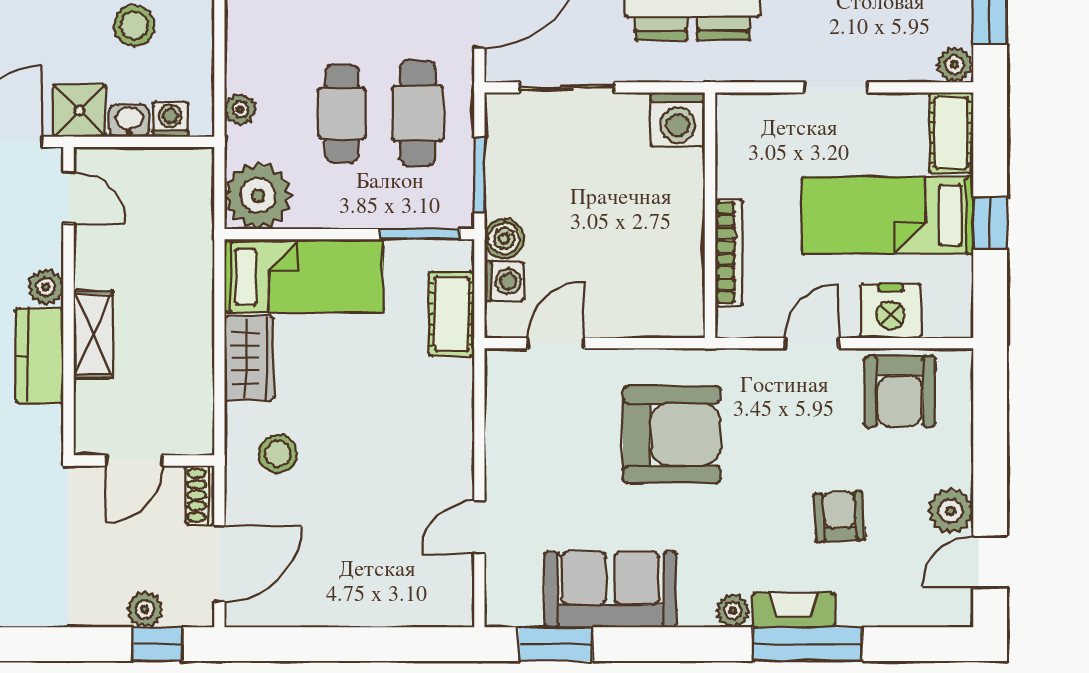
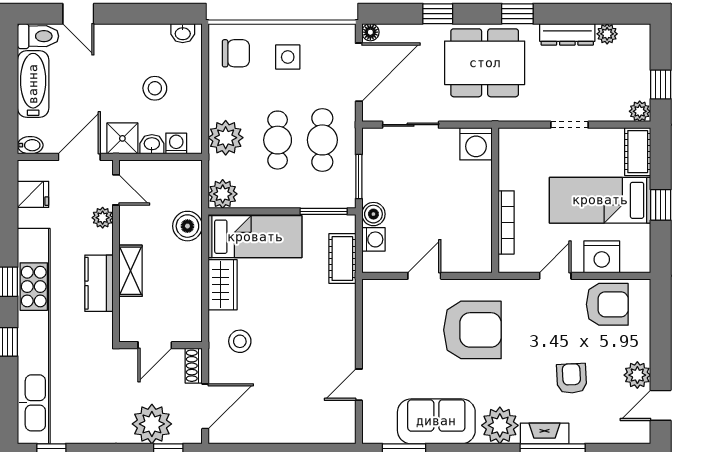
plant: (240, 109) -> (226, 138), width x1.88, depth x1.88
plant: (258, 196) -> (223, 194), width x0.73, depth x0.73
boiler: (189, 259) -> (187, 226), added
plant: (46, 287) -> (103, 218), moved
door: (556, 343) -> (424, 276), moved
armchair: (900, 391) -> (607, 304), turned -90
plant: (145, 609) -> (152, 424), width x1.88, depth x1.88
plant: (733, 611) -> (500, 425), width x1.87, depth x1.87

